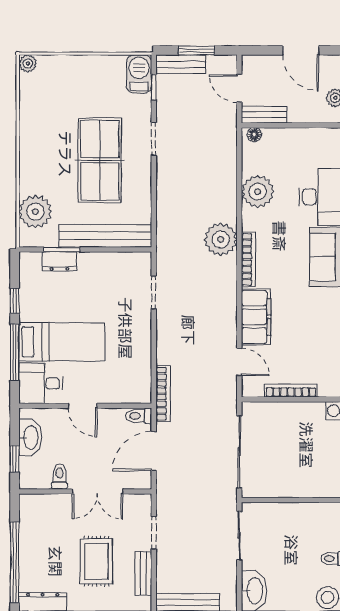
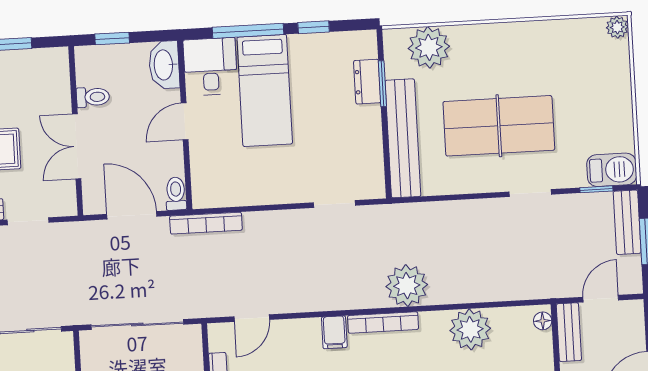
filing cabinet: (256, 317) -> (334, 332), width x0.33, depth x0.86
washbasin: (30, 437) -> (164, 65), moved, turned 90

